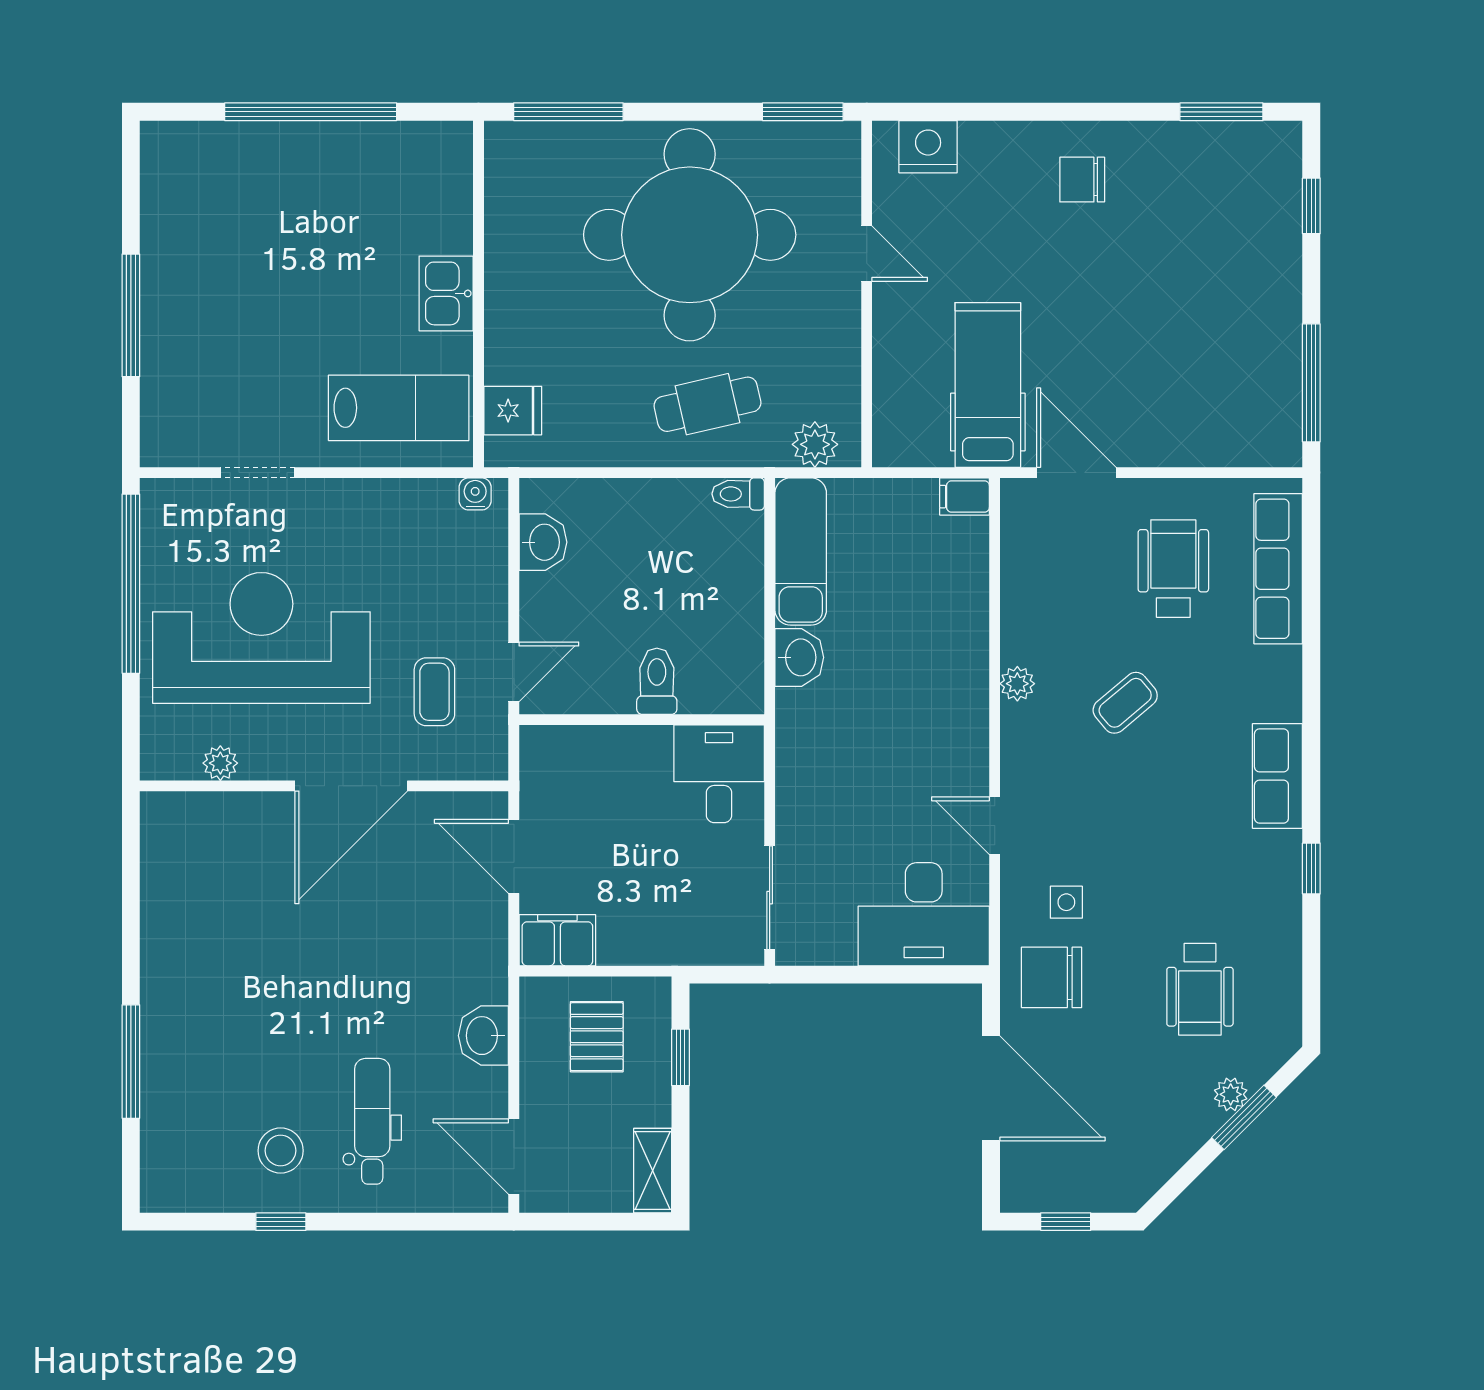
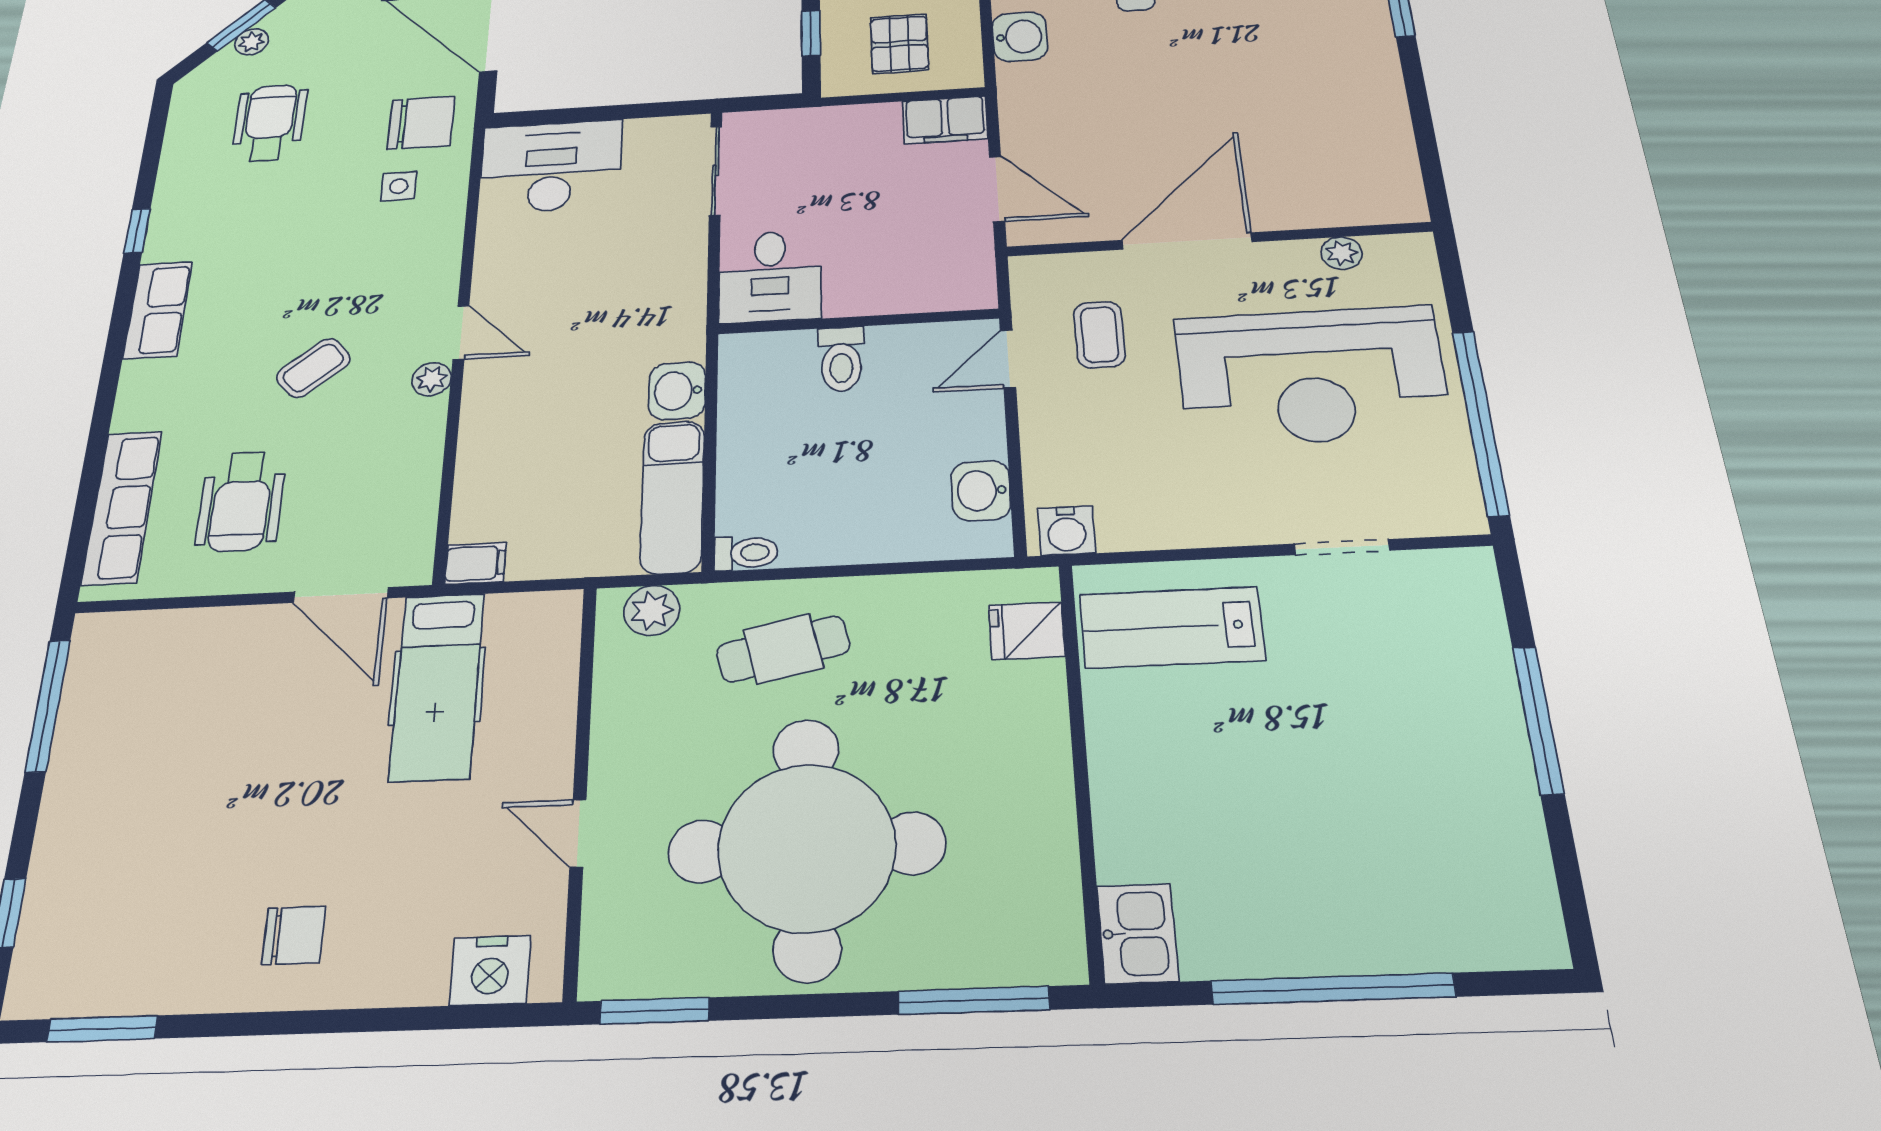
kitchen sink: (446, 293) -> (1138, 933), moved
water cooler: (475, 494) -> (1067, 531), width x1.38, depth x1.38
door: (995, 826) -> (461, 332), moved

